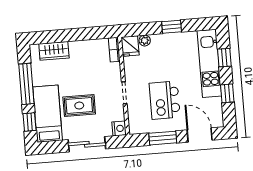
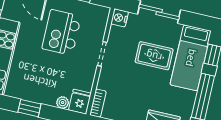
kitchen island: (165, 100) -> (62, 32), turned 180

